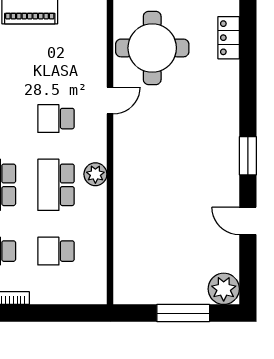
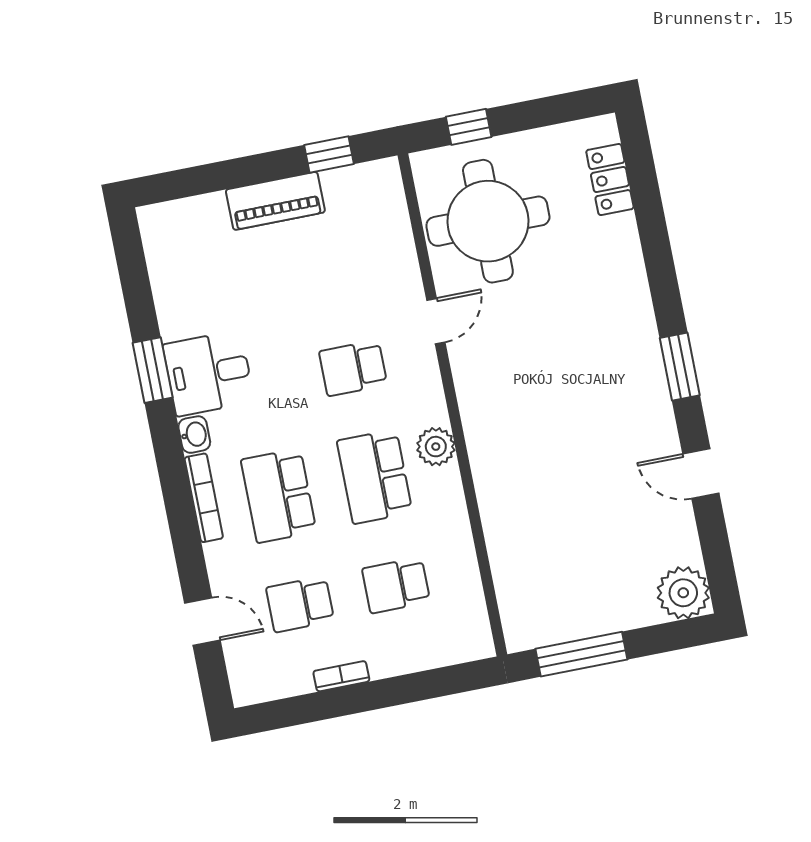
window: (183, 313) -> (581, 654), moved

